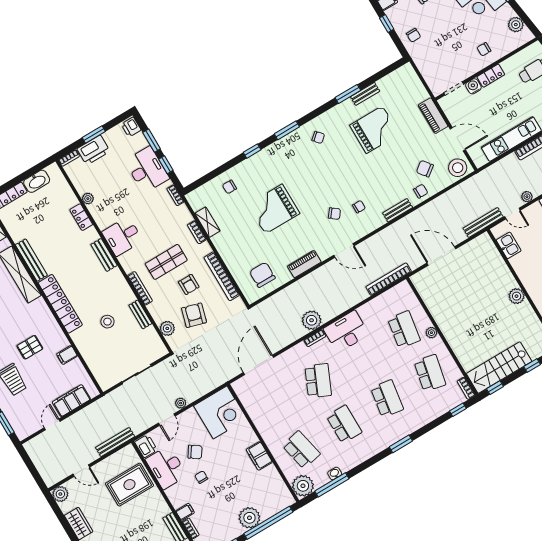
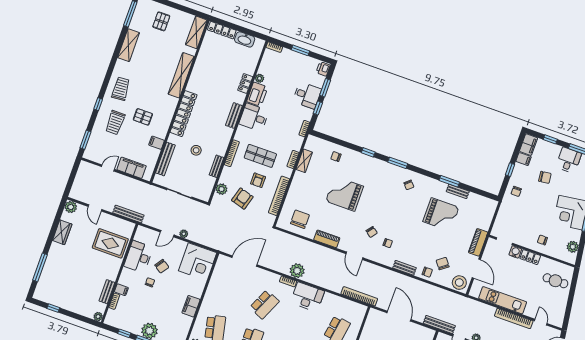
printer: (93, 150) -> (257, 94), moved, turned -90
desk: (147, 170) -> (307, 95), width x0.73
bench: (31, 260) -> (165, 159), moved
printer: (146, 446) -> (141, 234), removed

